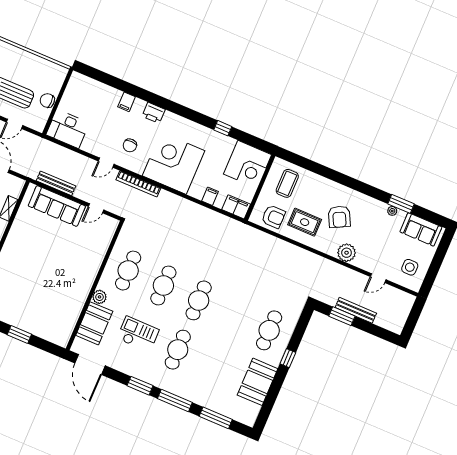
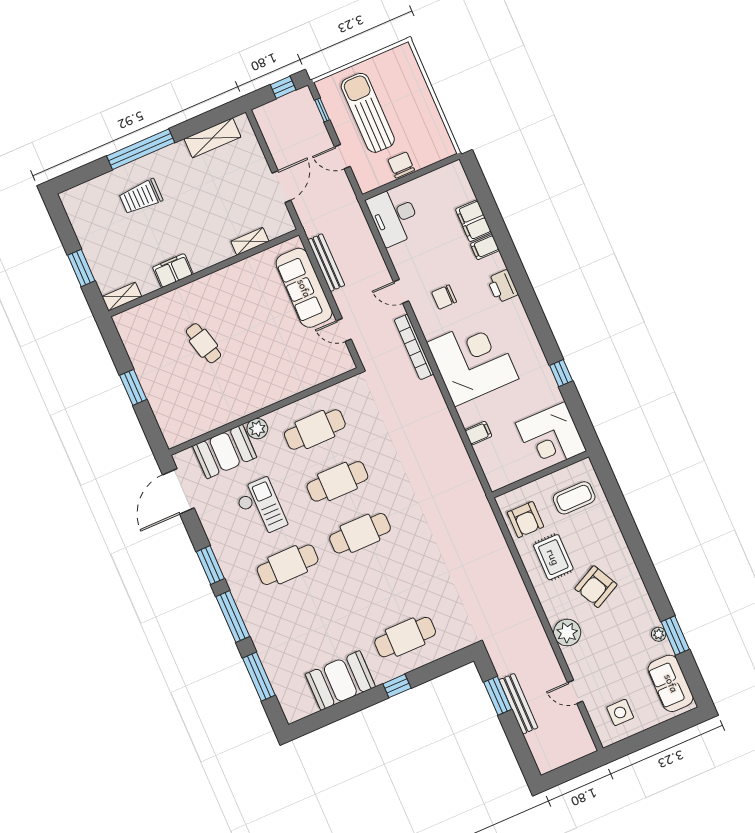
filing cabinet: (236, 207) -> (473, 221), moved, turned 180
cafe table: (33, 280) -> (203, 343), added

